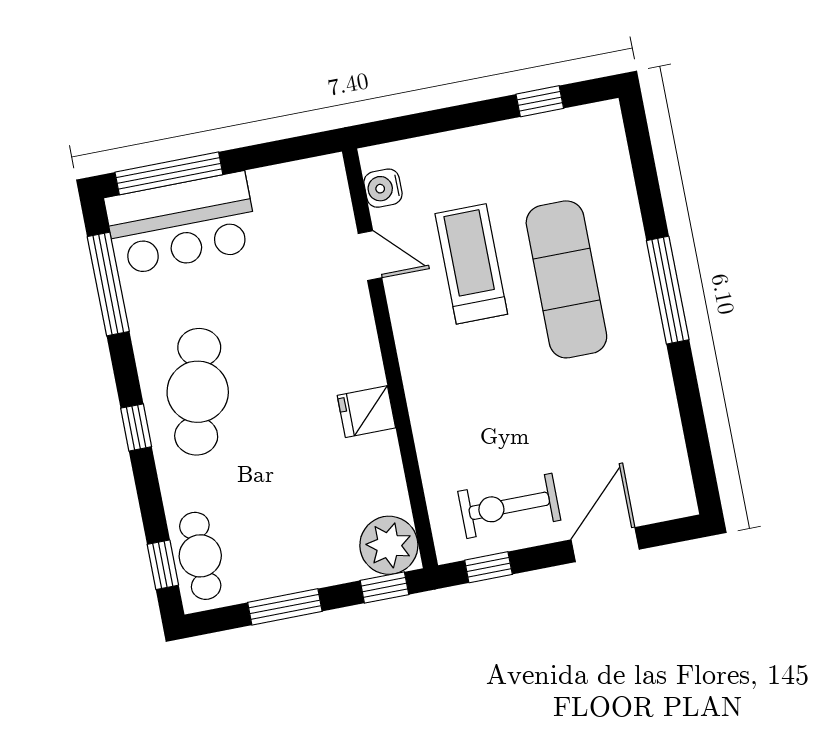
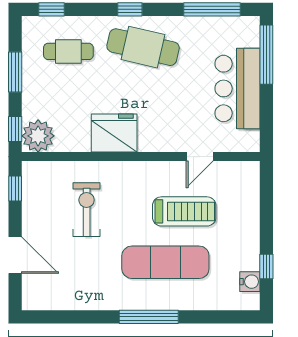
water cooler: (383, 188) -> (250, 282), moved, turned 90
bar counter: (182, 223) -> (237, 88), moved
fridge: (366, 412) -> (114, 133), width x1.88, depth x1.34
exercise bike: (509, 506) -> (87, 210), moved
cafe table: (200, 556) -> (68, 51), moved

